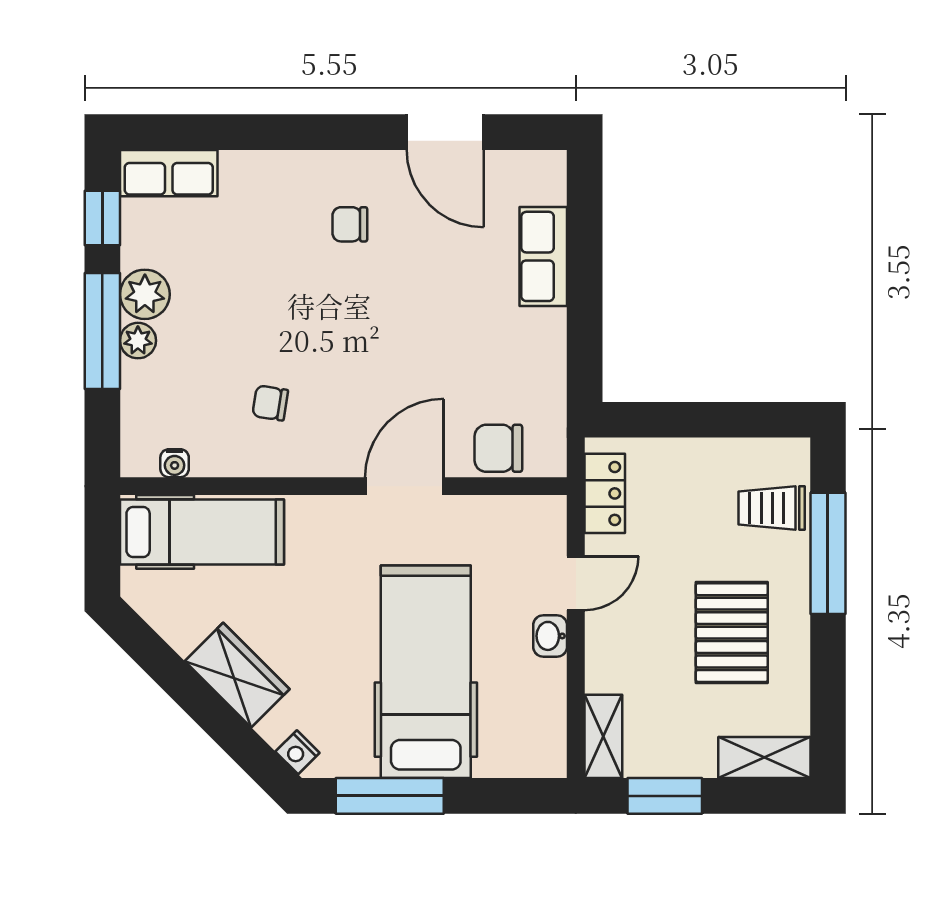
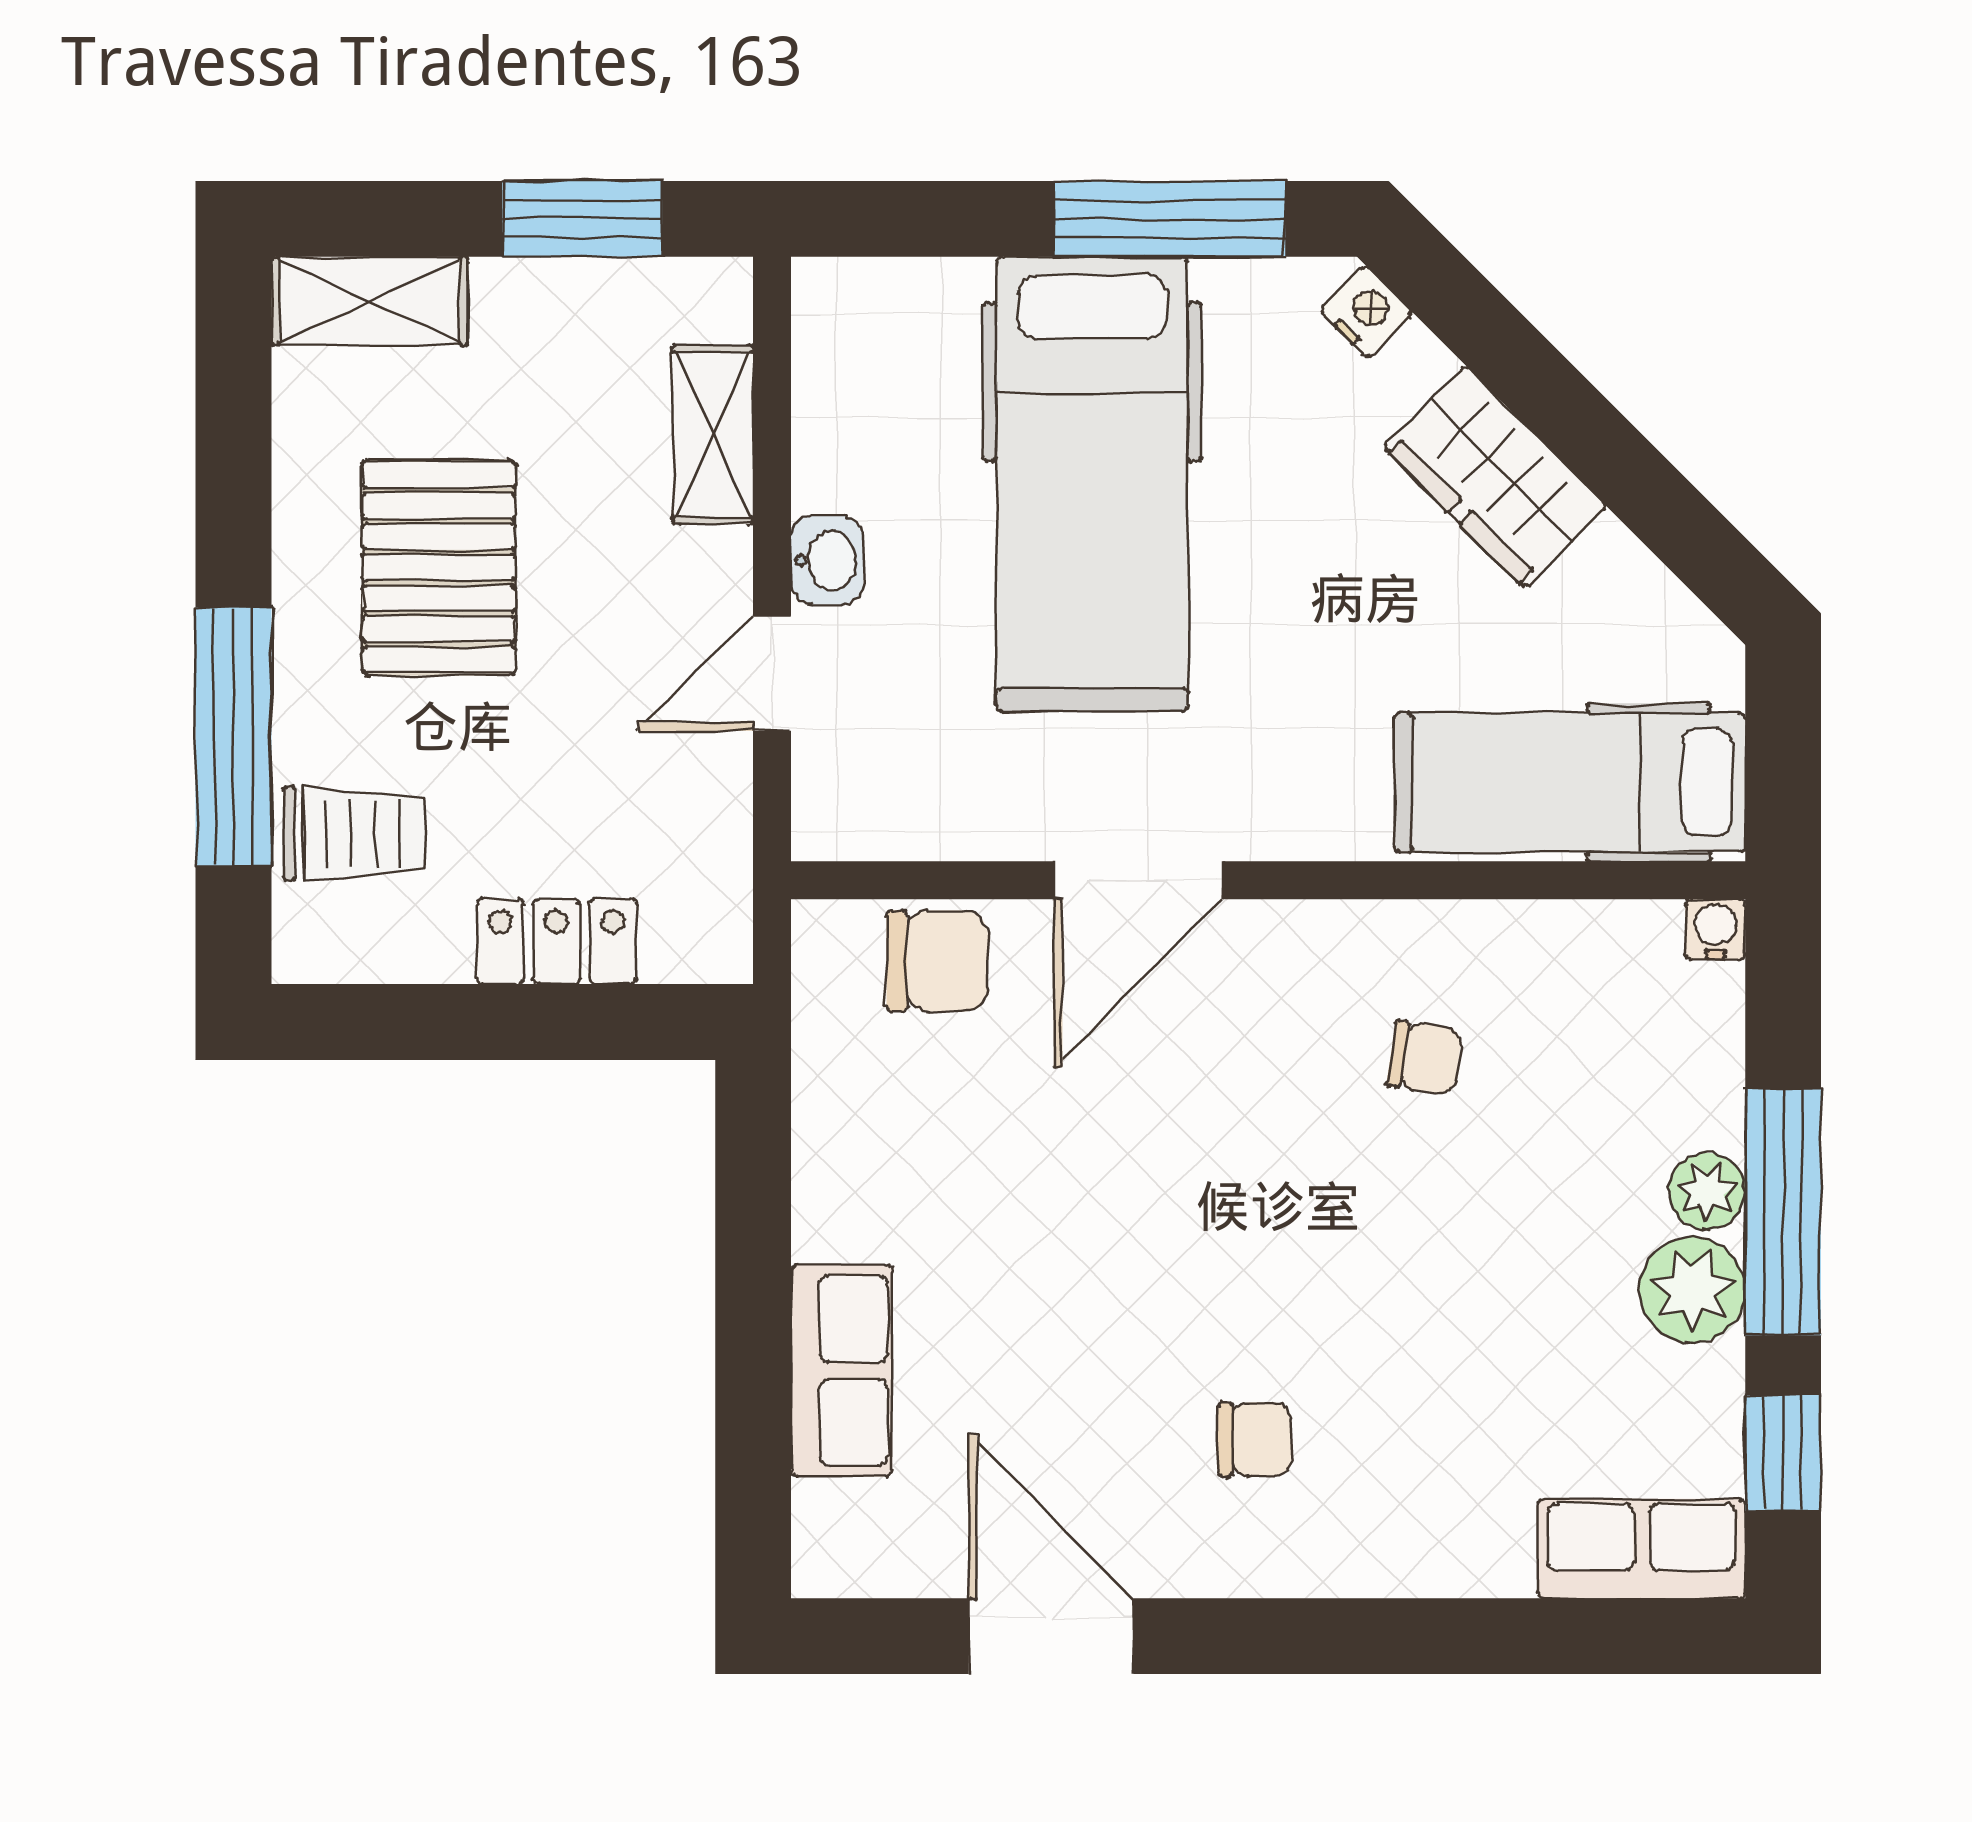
water cooler: (175, 463) -> (1715, 929), moved
locker: (605, 493) -> (556, 941), moved, turned 90
shelving: (603, 736) -> (713, 435), moved

